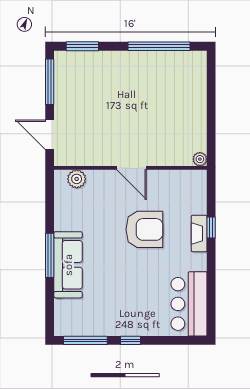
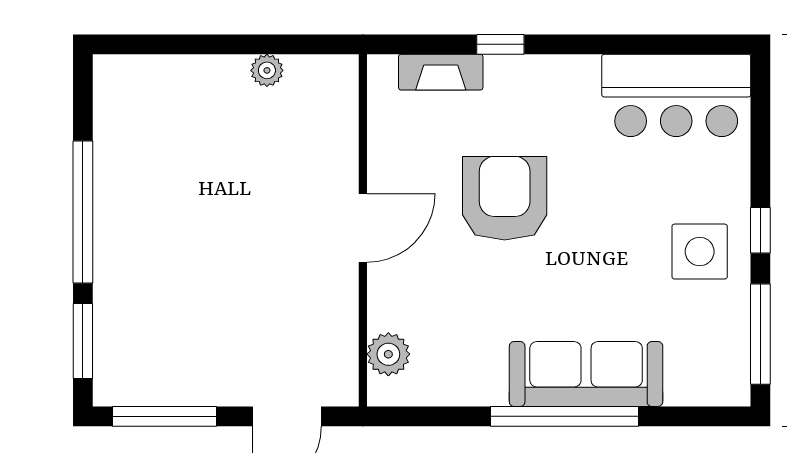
window: (159, 46) -> (83, 212), moved
plant: (200, 159) -> (267, 70), moved
fireplace: (199, 233) -> (441, 72), moved
window: (50, 255) -> (564, 416), width x1.46
side table: (121, 314) -> (700, 252), added

